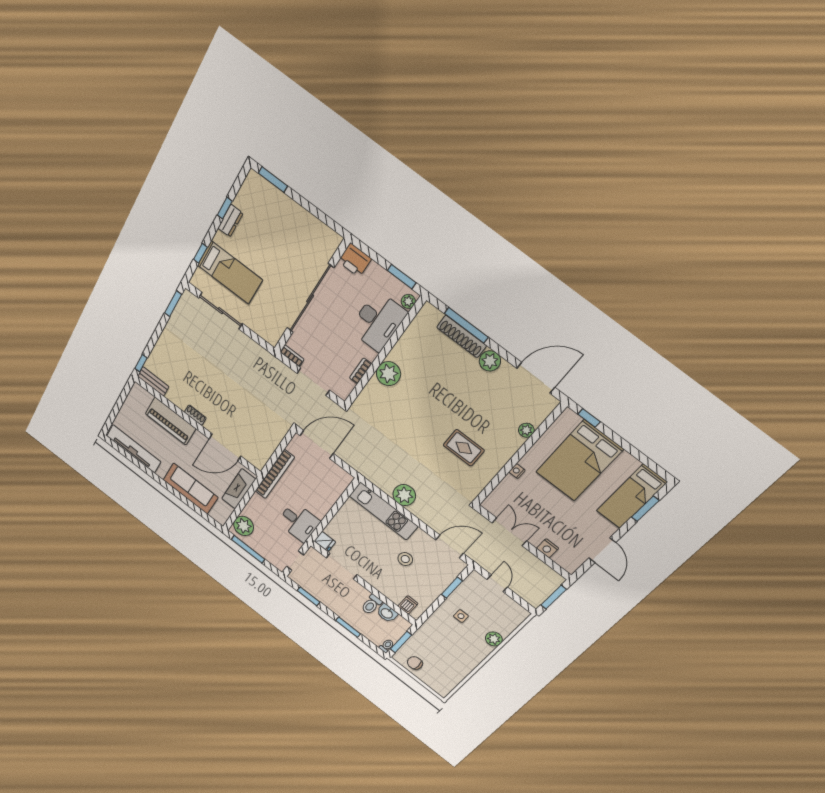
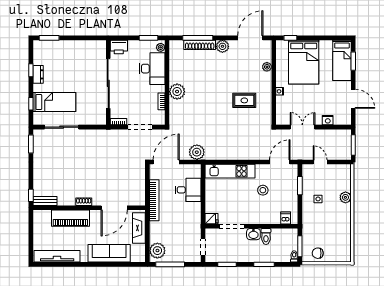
plant: (404, 495) -> (197, 152), moved
desk: (299, 522) -> (188, 190), moved
washbasin: (387, 613) -> (253, 234), moved

